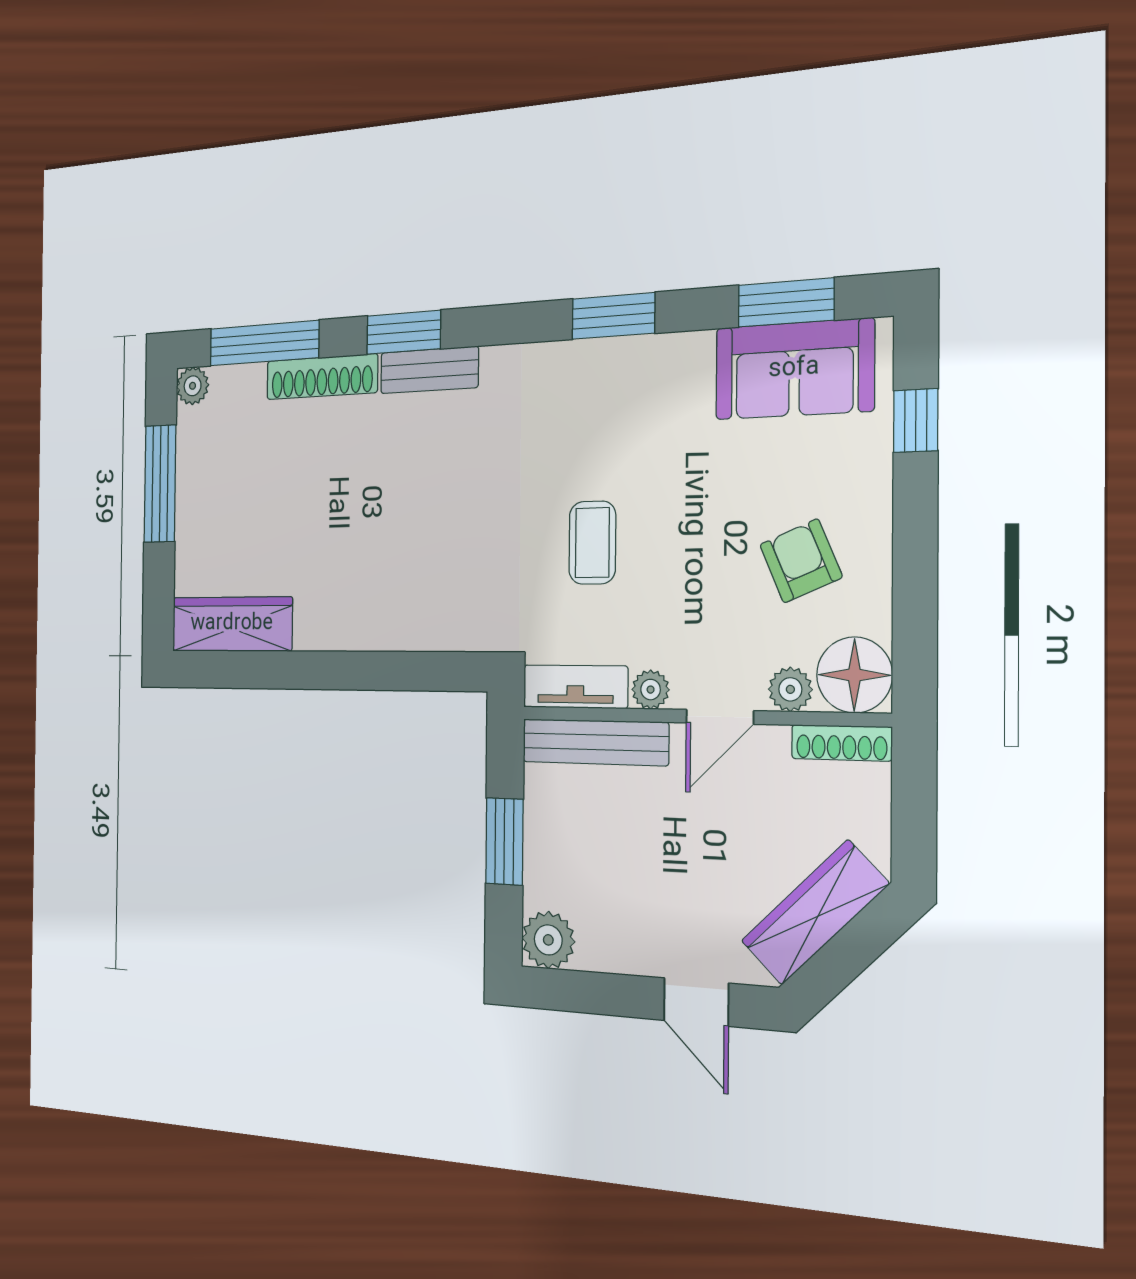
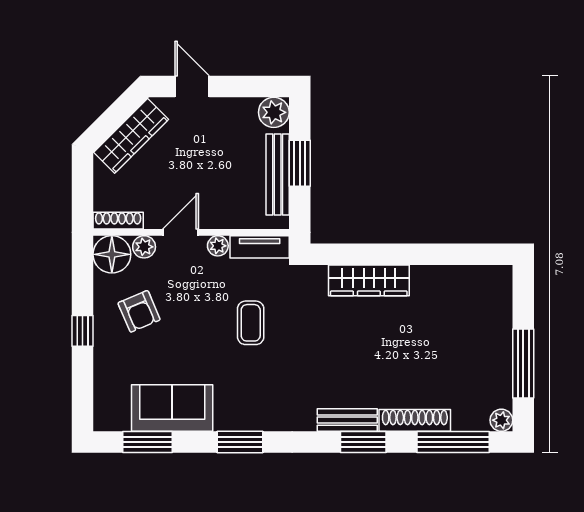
sofa: (794, 369) -> (172, 408), moved
window: (916, 421) -> (82, 331), moved
wardrobe: (232, 624) -> (369, 280), moved
bench: (595, 742) -> (278, 175), moved, turned 90

